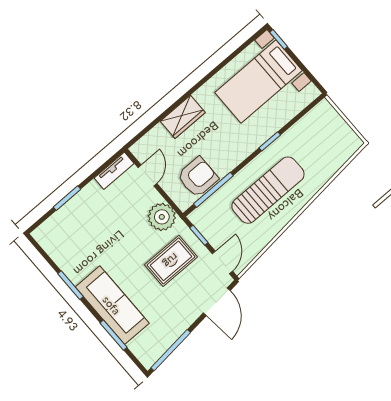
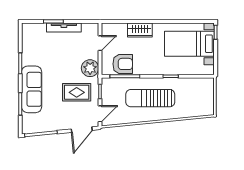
tv unit: (114, 171) -> (64, 28), moved, width x1.41
sun lounger: (268, 190) -> (150, 98), turned 180

